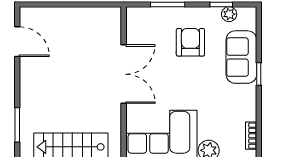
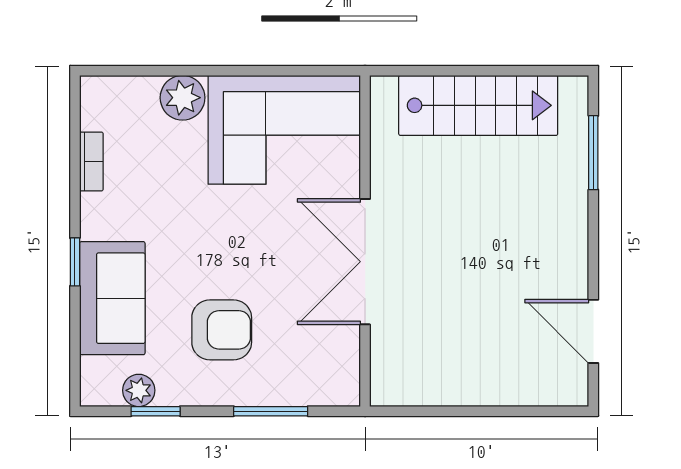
armchair: (190, 42) -> (222, 330), turned -90
bookcase: (251, 136) -> (91, 161), moved

